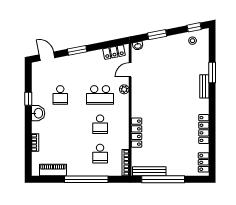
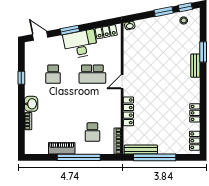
window: (157, 35) -> (164, 12), moved
desk: (88, 65) -> (80, 44), added
door: (130, 70) -> (122, 82), moved
plant: (124, 89) -> (116, 69), removed
washbasin: (38, 113) -> (31, 104), moved
school desk: (100, 124) -> (92, 103), removed
locker: (204, 129) -> (195, 113), width x0.66
piano: (53, 170) -> (62, 148), moved

